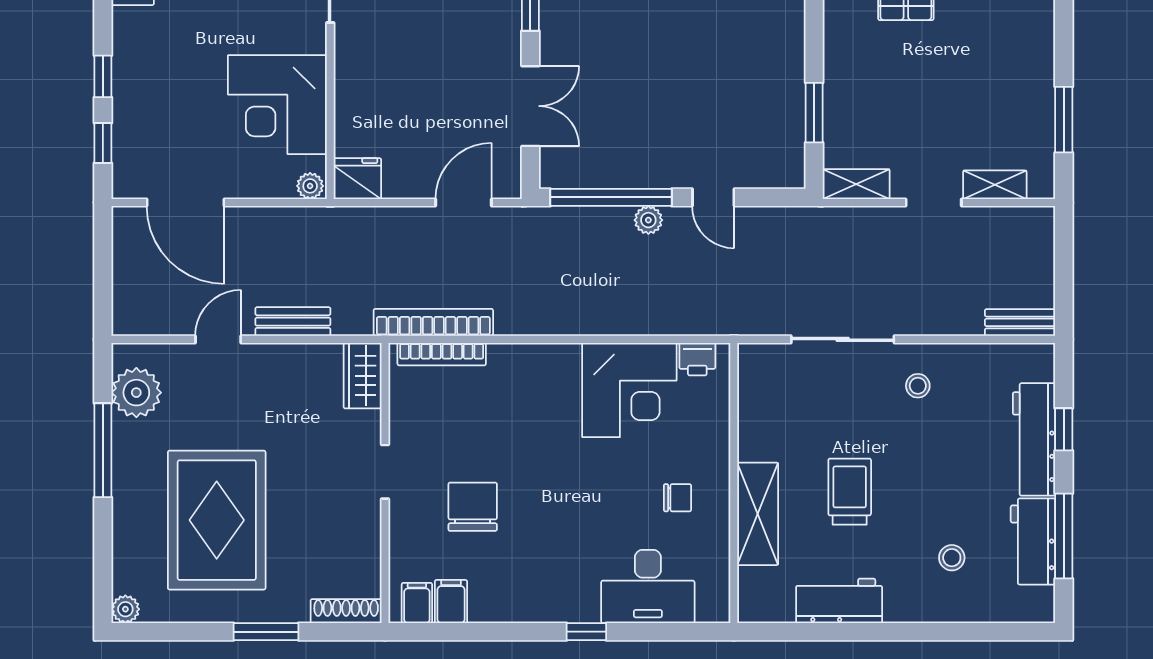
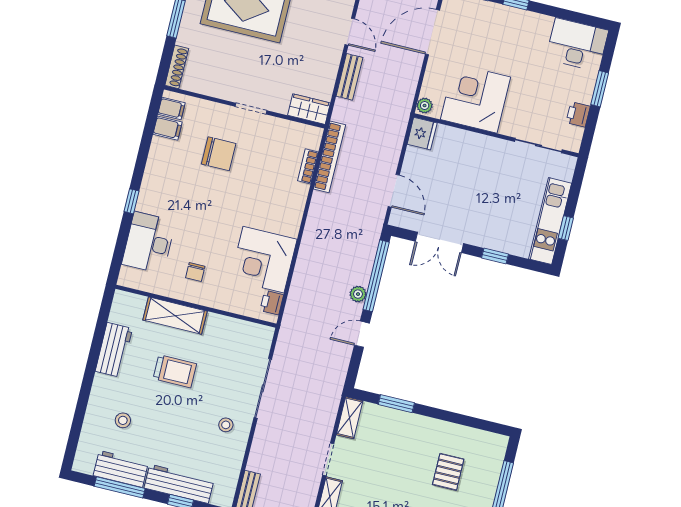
bookcase: (442, 354) -> (308, 166), width x0.64

